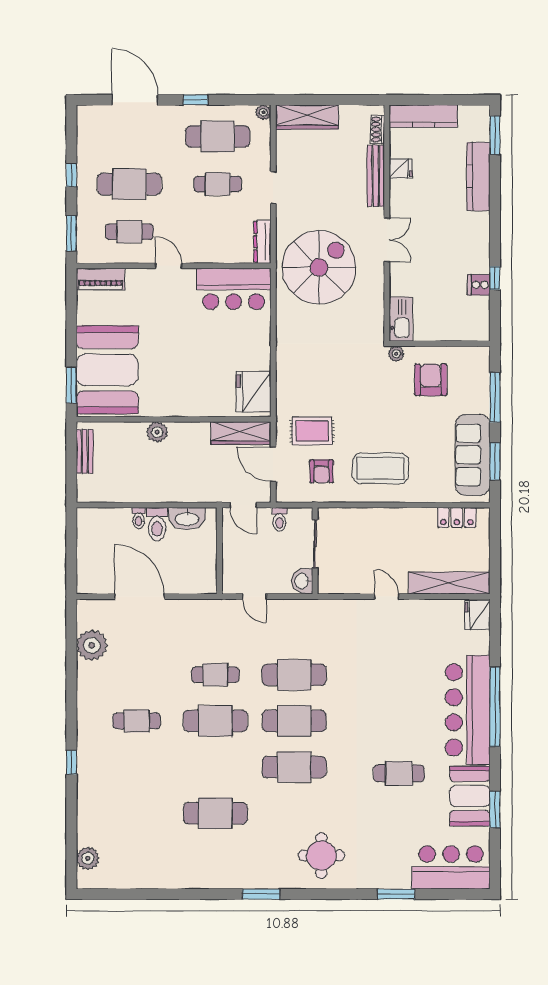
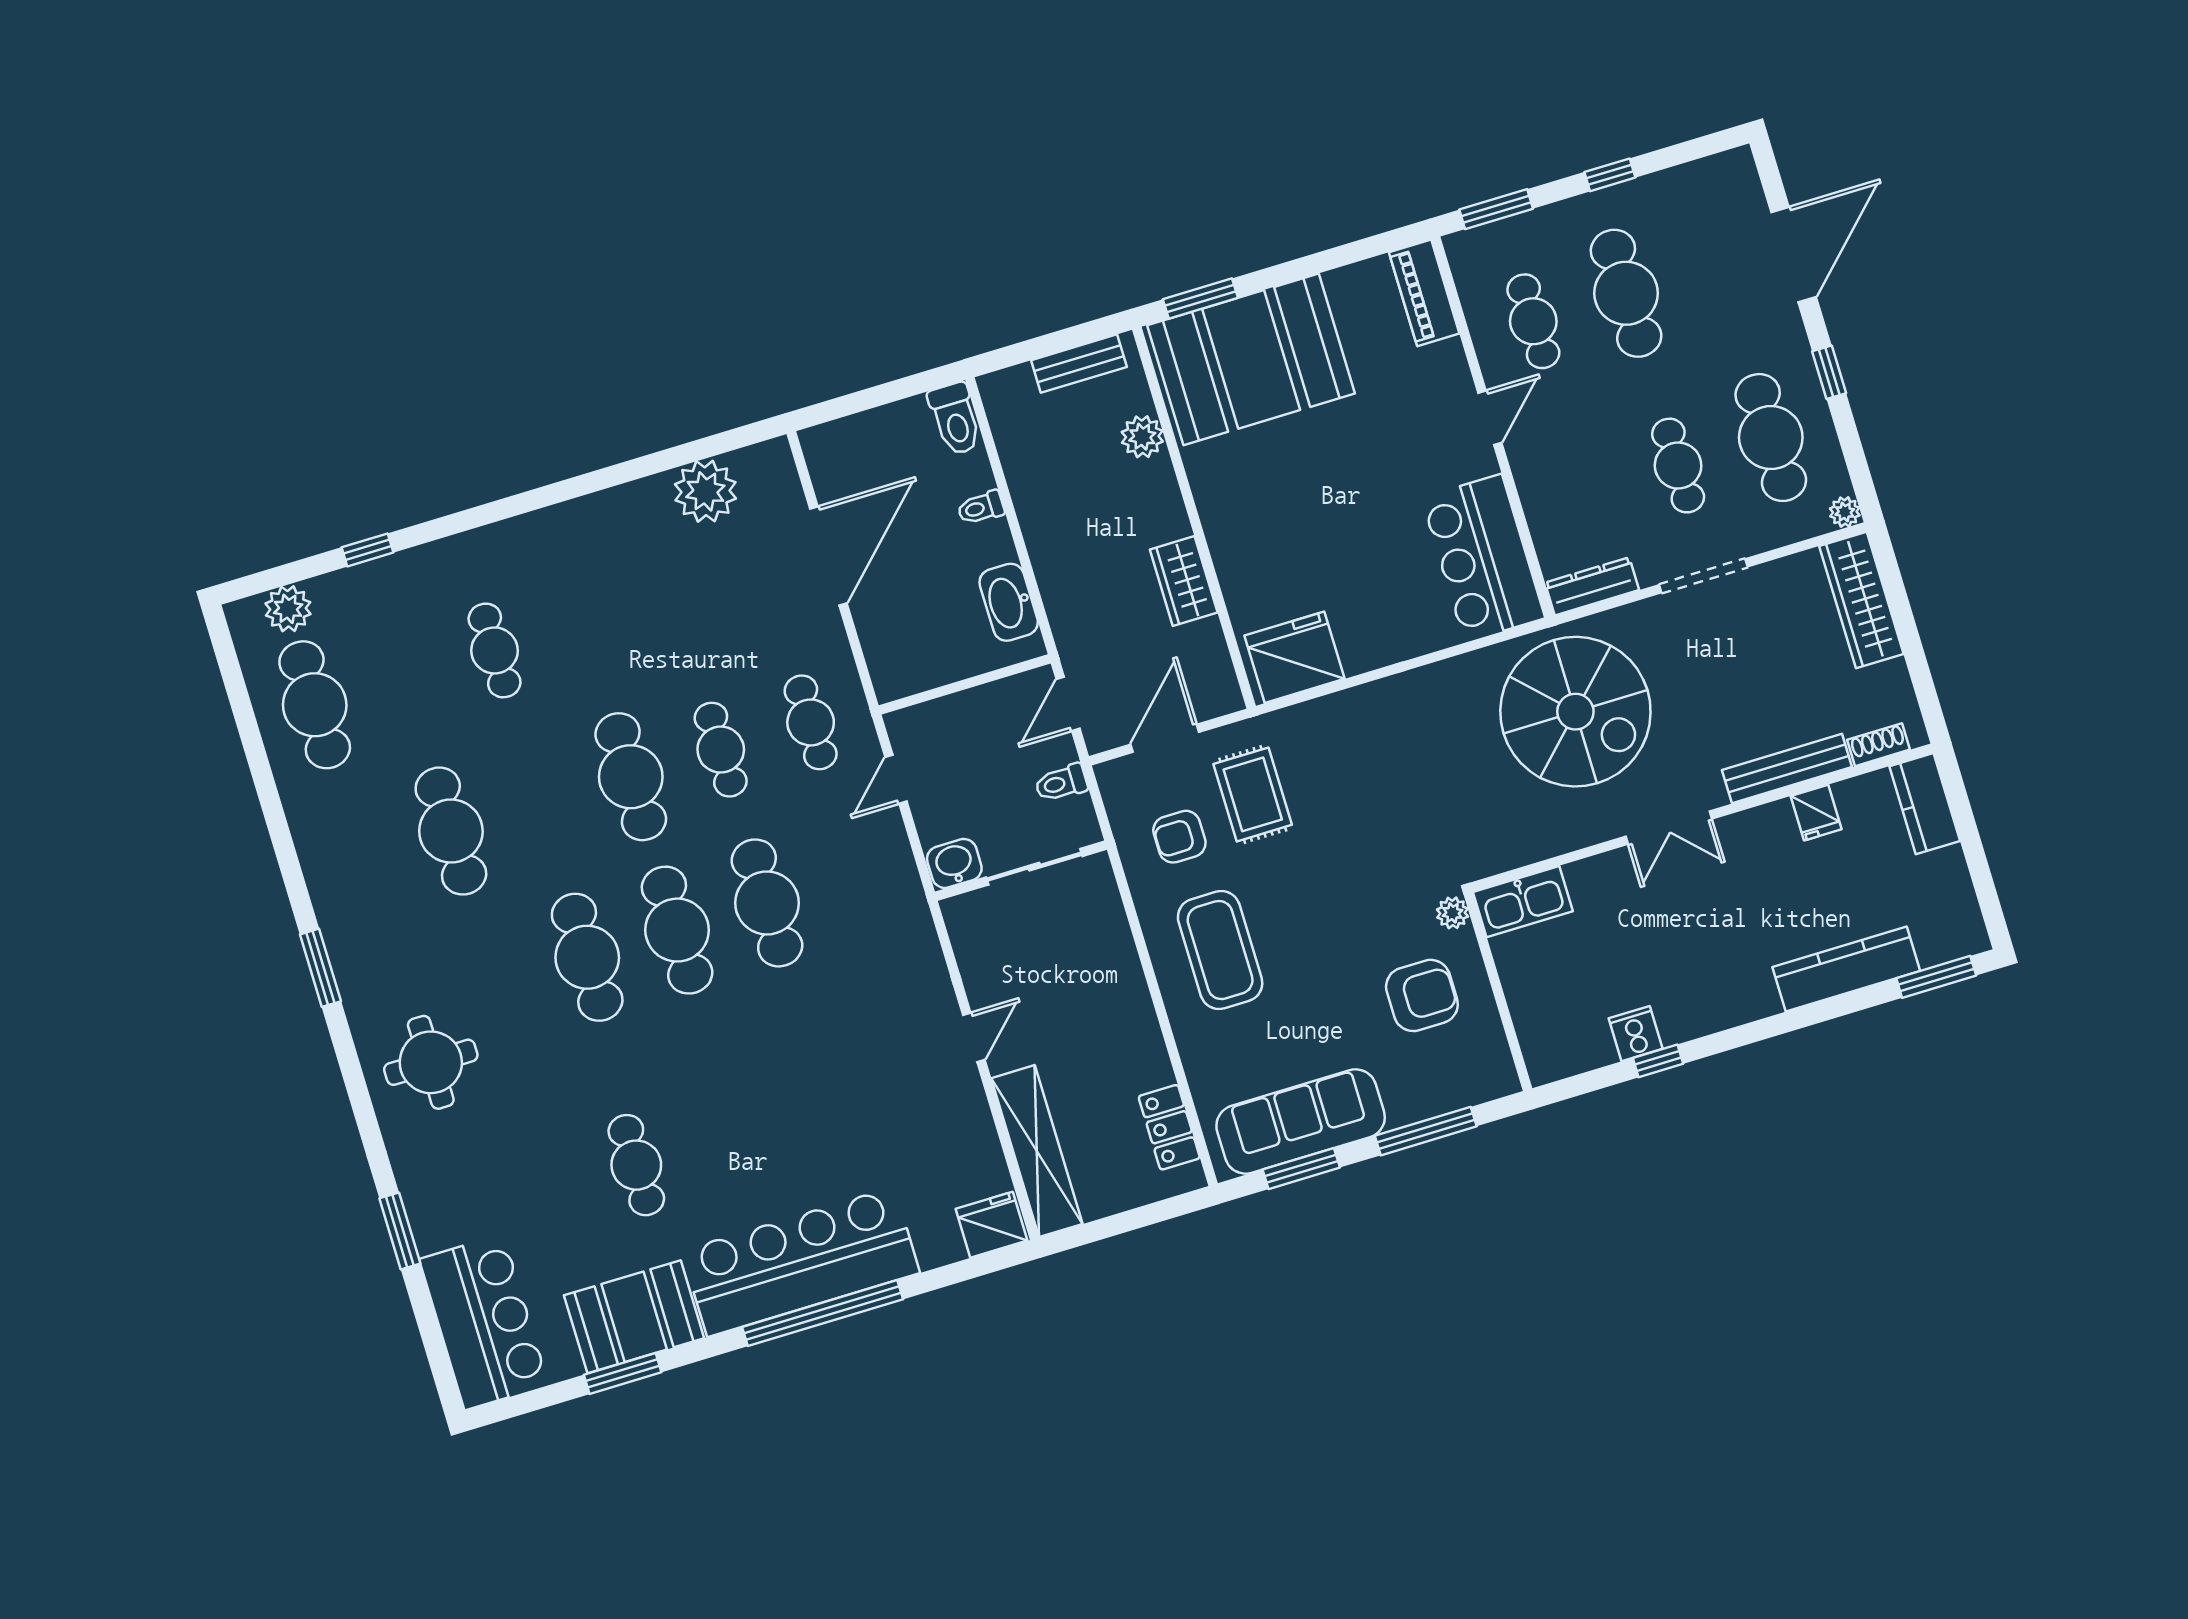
kitchen counter: (423, 116) -> (1925, 804), width x0.67
doorway: (273, 188) -> (1703, 576), width x1.38
plant: (157, 432) -> (1142, 437), moved
wardrobe: (241, 433) -> (1184, 581), moved, width x0.67
toilet: (157, 524) -> (955, 419), moved, turned -90
cafe table: (215, 629) -> (811, 722), added
cafe table: (137, 721) -> (495, 650), moved
window: (71, 762) -> (368, 550), moved
cafe table: (137, 859) -> (315, 705), added

